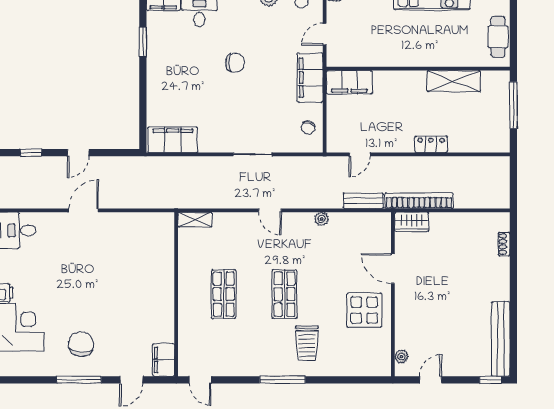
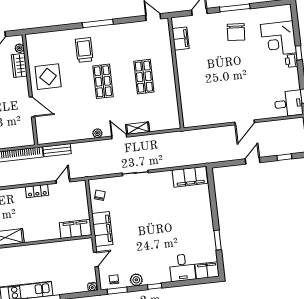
chair: (235, 63) -> (154, 233), removed
locker: (431, 144) -> (37, 191), moved
plant: (322, 219) -> (97, 133), moved
shelving: (195, 220) -> (138, 128), moved
wardrobe: (412, 222) -> (19, 65), moved, turned -90
filing cabinet: (164, 360) -> (181, 39), moved

